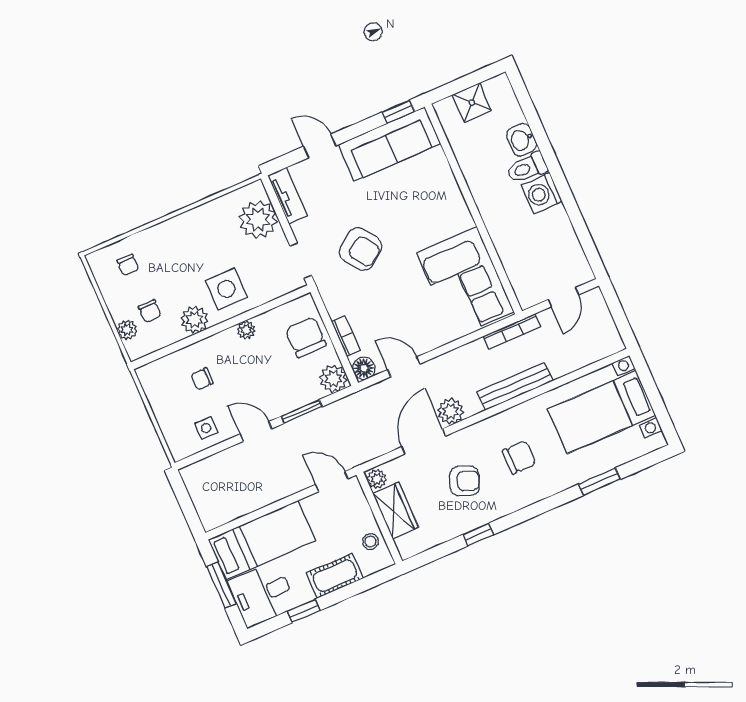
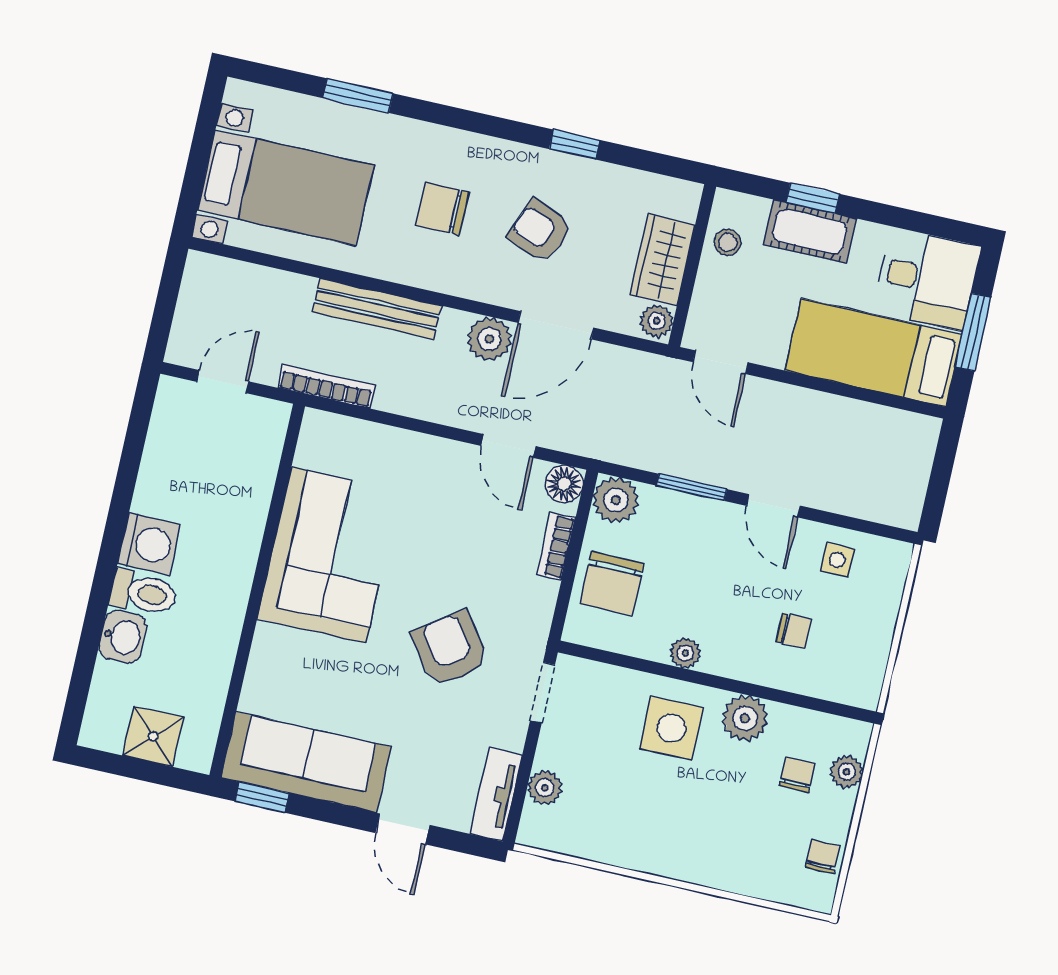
plant: (258, 219) -> (545, 788), width x0.53, depth x0.53
chair: (128, 265) -> (823, 857), moved
corner sofa: (465, 282) -> (329, 555), moved
window: (304, 611) -> (813, 198), moved

